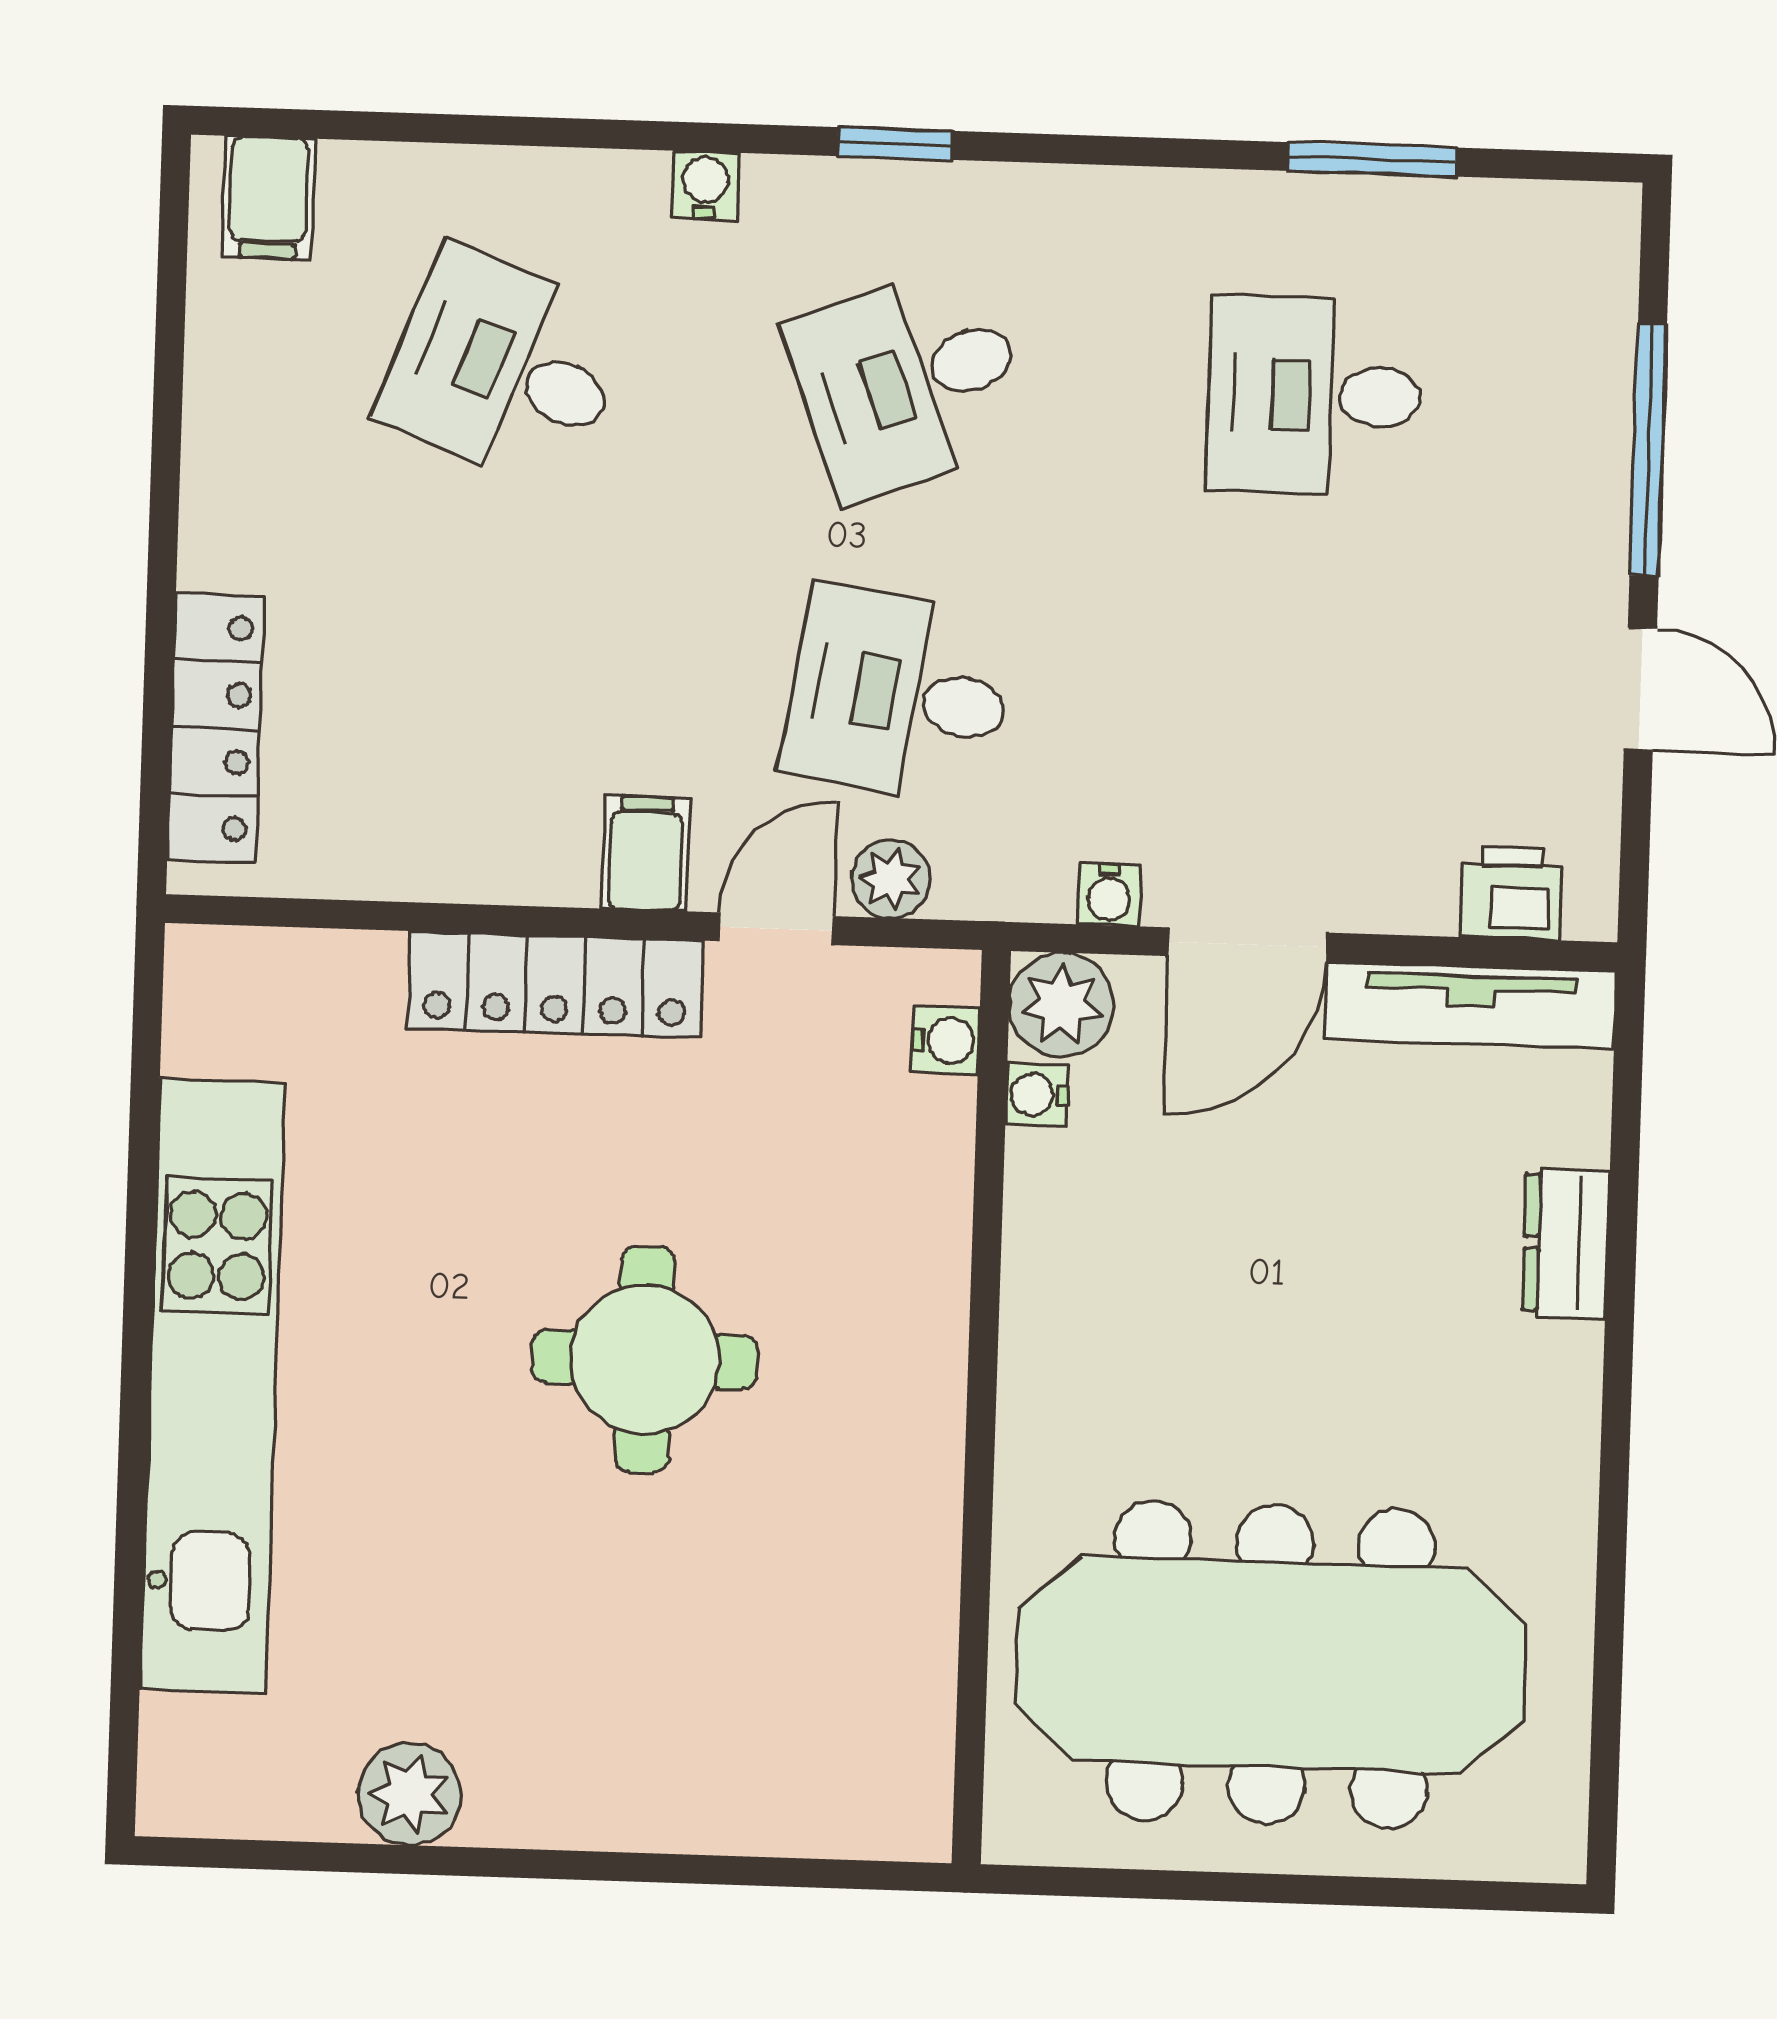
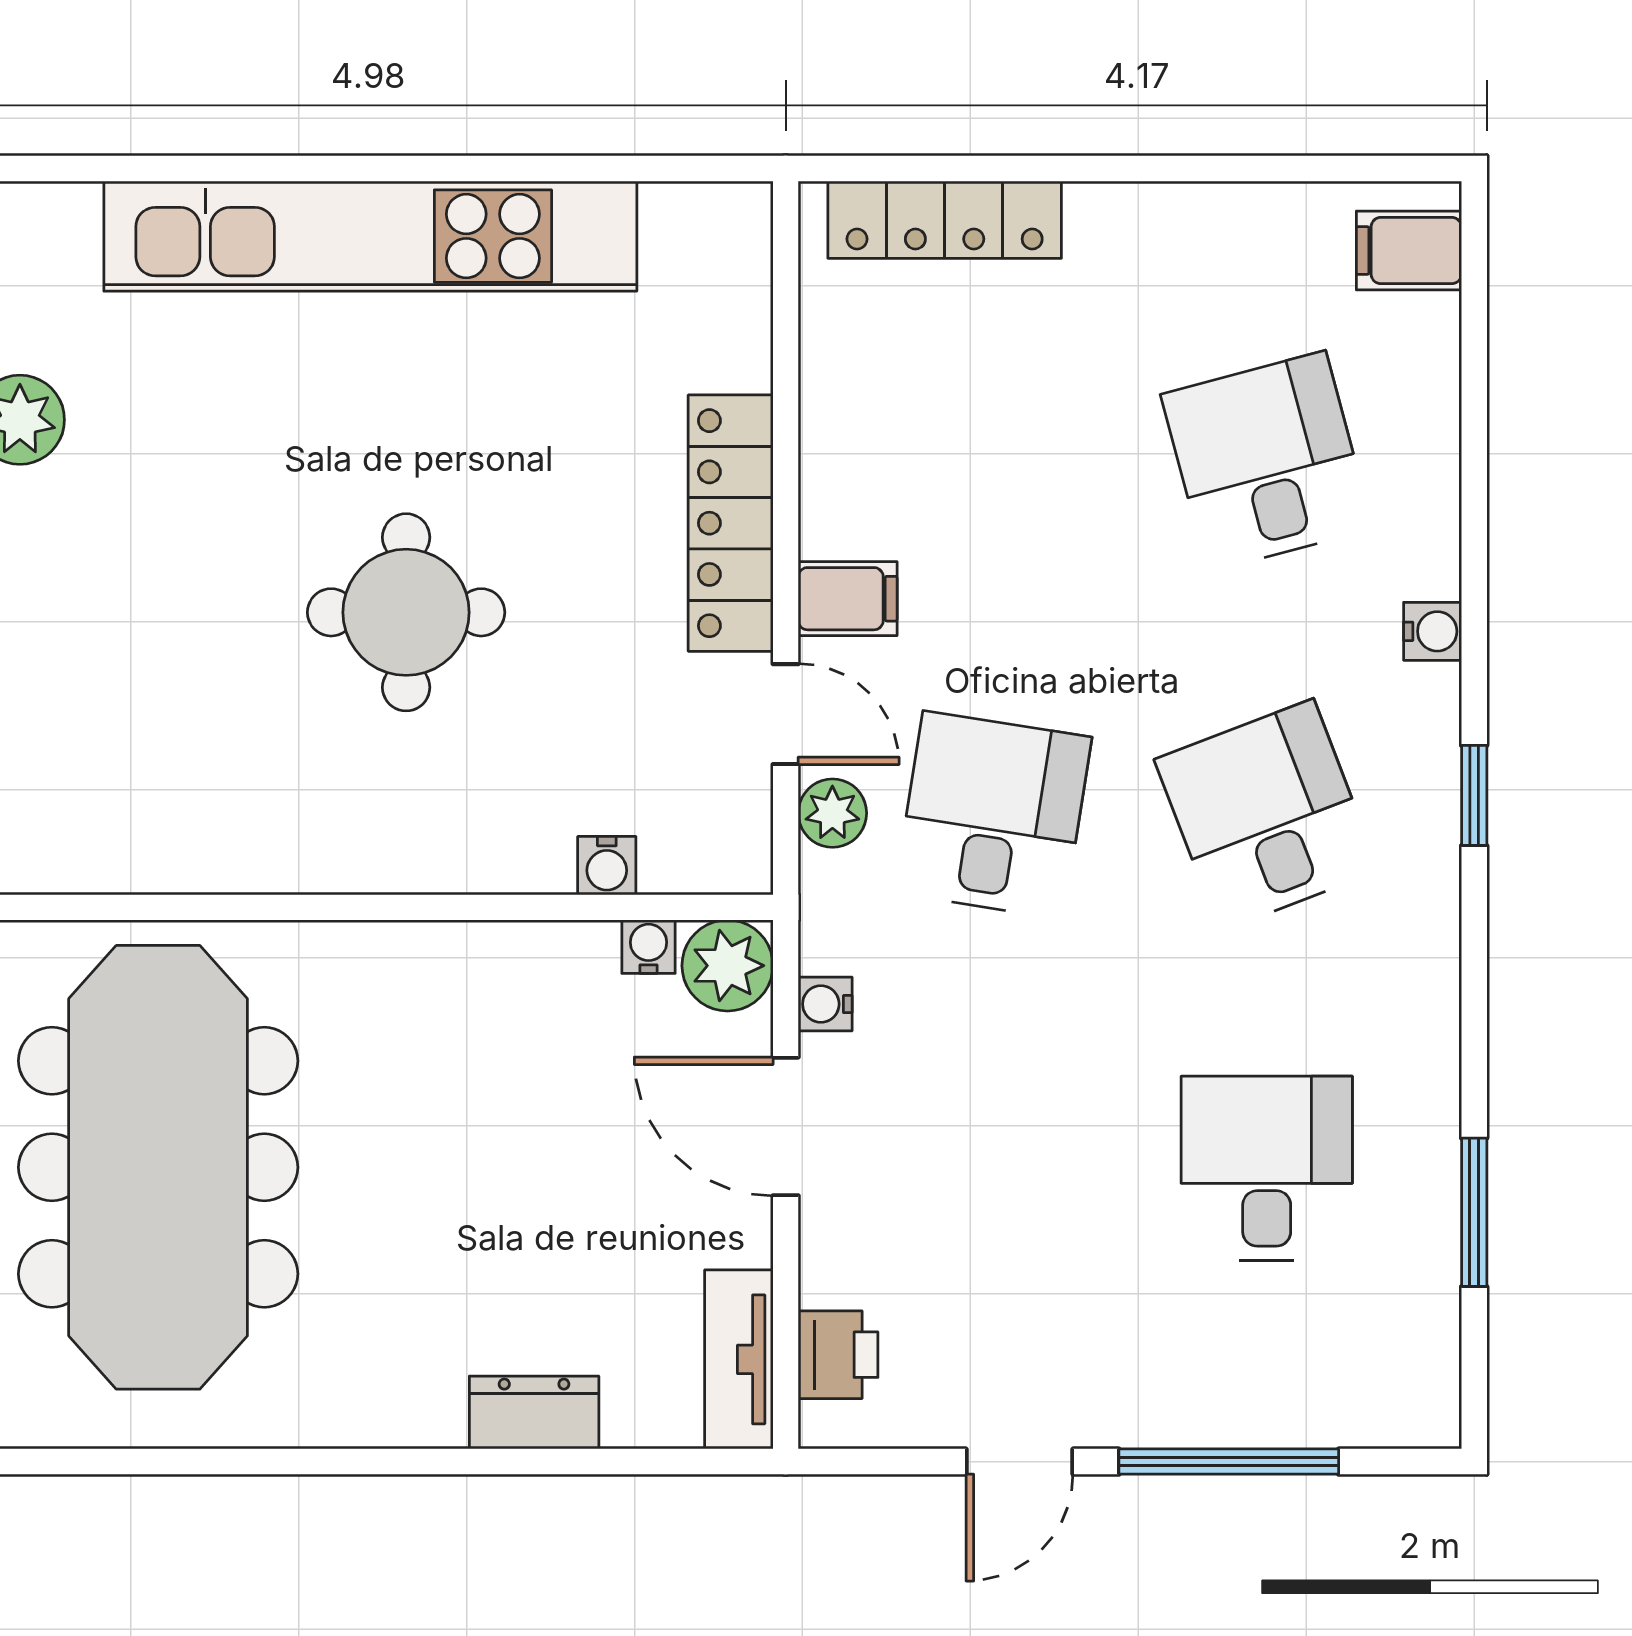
desk: (505, 368) -> (1267, 461), turned -36
tv unit: (1471, 1005) -> (739, 1359), width x0.71
water cooler: (946, 1040) -> (607, 866), moved

